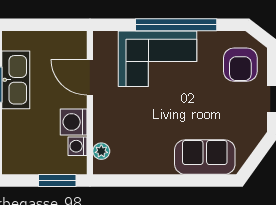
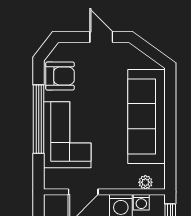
armchair: (240, 65) -> (60, 76), moved
sofa: (205, 157) -> (146, 116), width x1.85, depth x1.27

